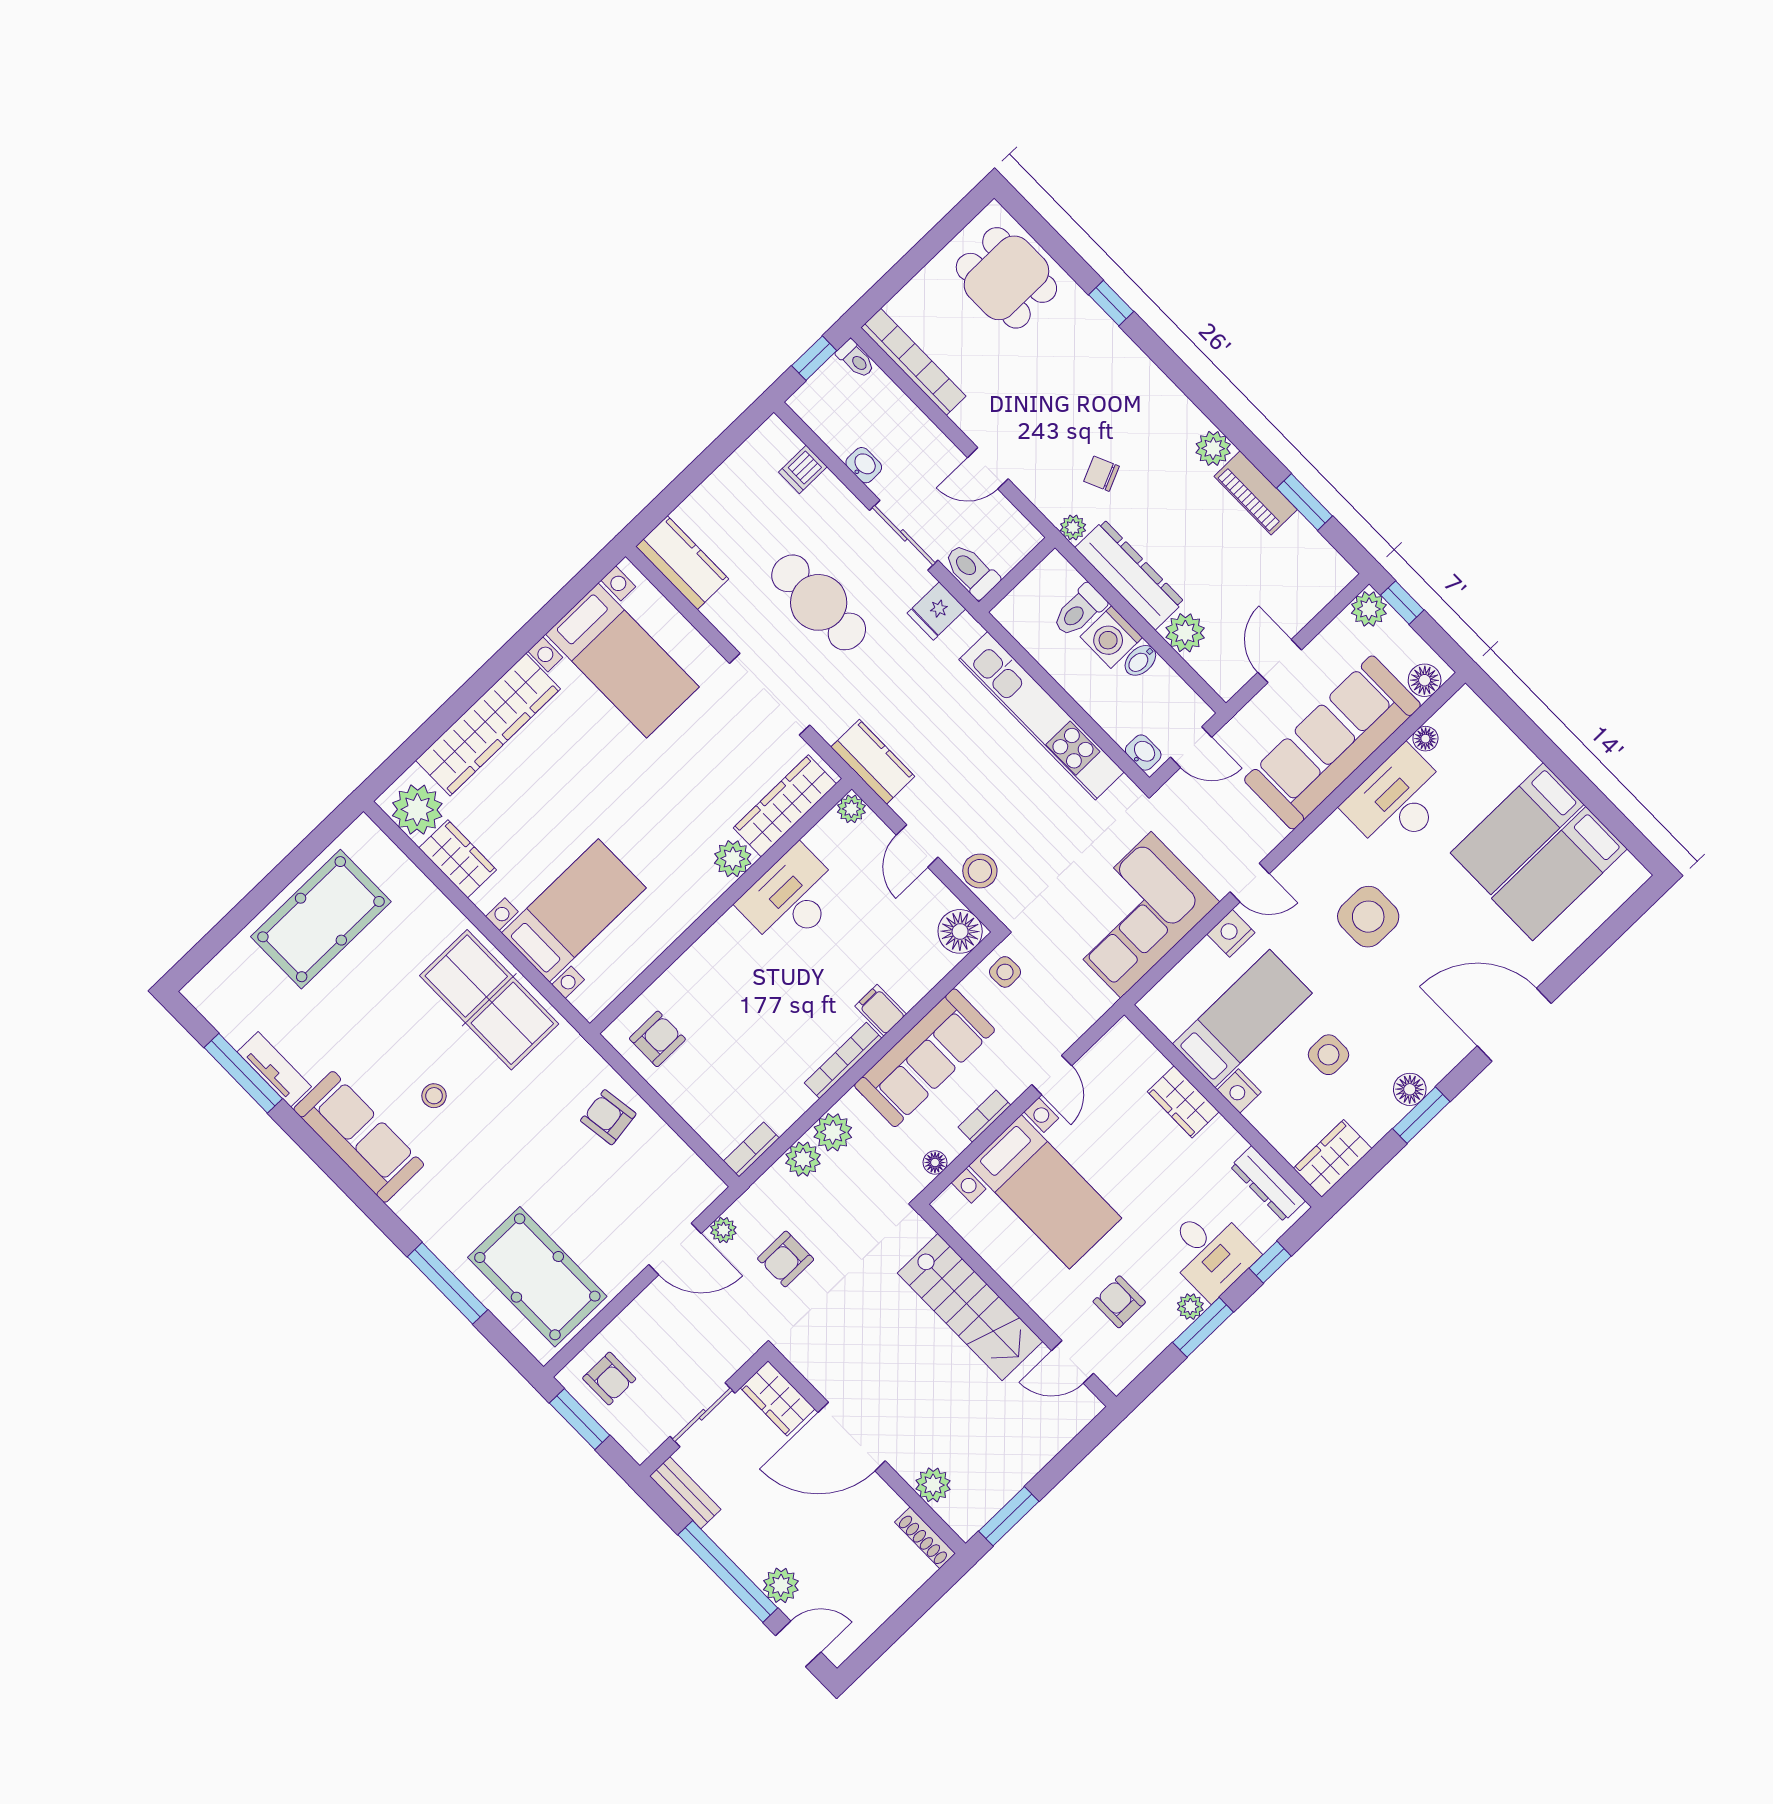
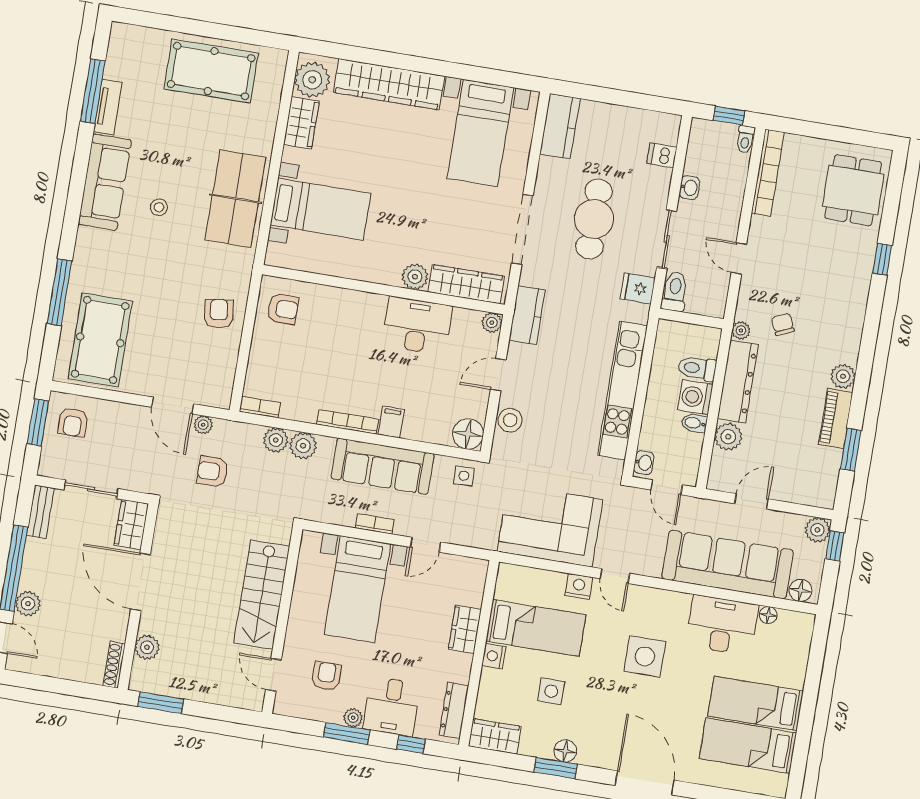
floor lamp: (935, 1163) -> (328, 515), removed

